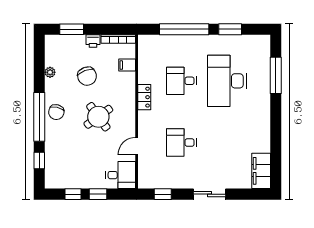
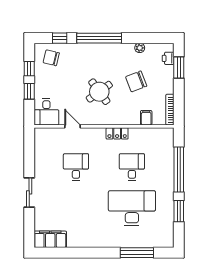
printer: (93, 41) -> (168, 58), moved
chair: (56, 112) -> (51, 58), moved
window: (163, 194) -> (29, 150), removed

